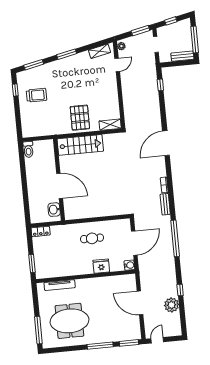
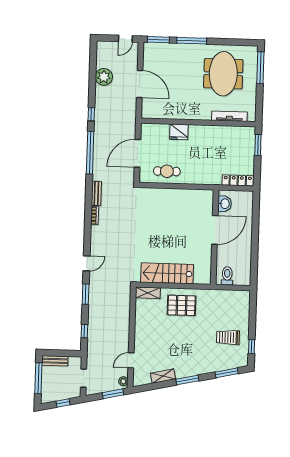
window: (140, 31) -> (113, 394), moved
shelving: (99, 51) -> (163, 376), moved
window: (163, 117) -> (86, 294), added
pallet: (80, 118) -> (181, 305), turned 90
door: (166, 143) -> (87, 263), width x0.53
stairs: (80, 145) -> (167, 273), moved
toilet: (28, 149) -> (227, 276), moved
door: (60, 186) -> (215, 230), swing flipped
locker: (41, 231) -> (238, 180), width x1.53
cafe table: (92, 238) -> (167, 171), moved
water cooler: (129, 265) -> (146, 129), removed
window: (180, 290) -> (91, 114), moved
meeting table: (69, 321) -> (223, 74), turned 90

